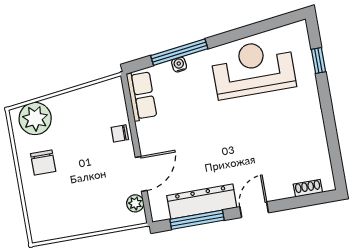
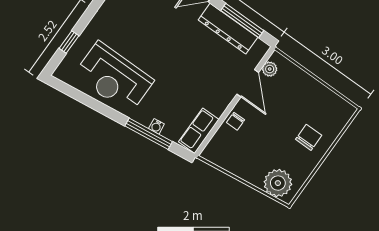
chair: (120, 133) -> (235, 121), turned 90
chair: (43, 163) -> (309, 137), moved
door: (141, 174) -> (248, 83), swing flipped

